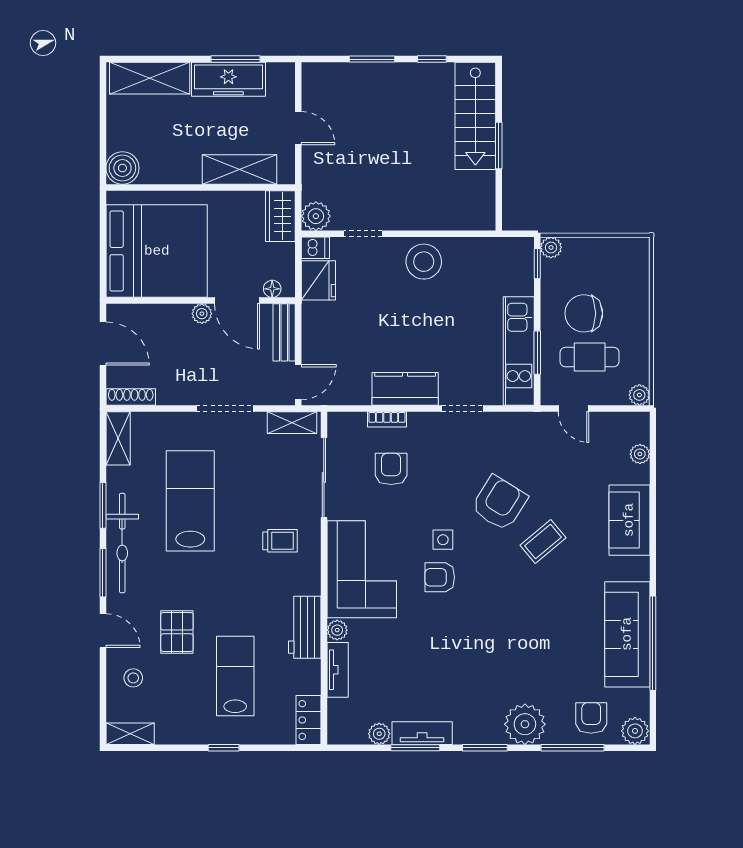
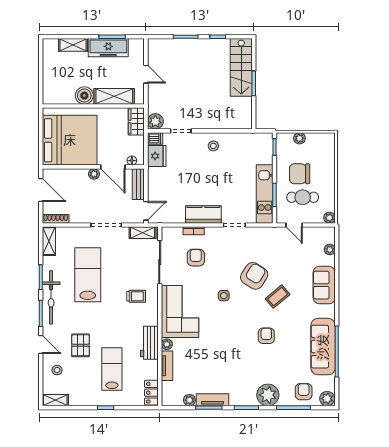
shelving: (150, 78) -> (73, 45), width x0.67, depth x0.75
boiler: (122, 168) -> (84, 96), moved
plant: (551, 247) -> (299, 138), moved
stool: (424, 262) -> (213, 146), width x0.53, depth x0.53
armchair: (440, 577) -> (266, 336), moved, turned 90

